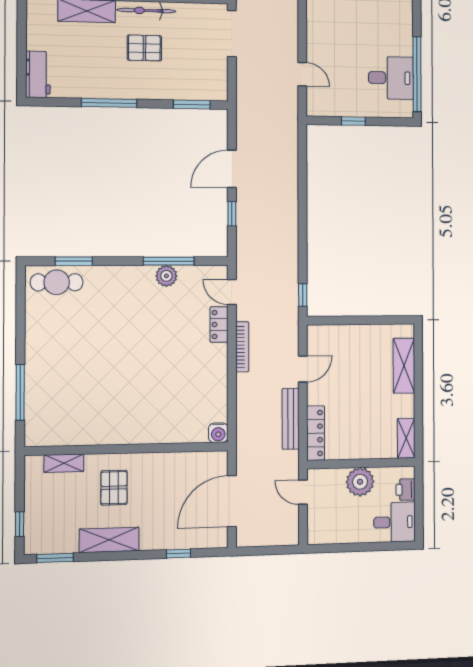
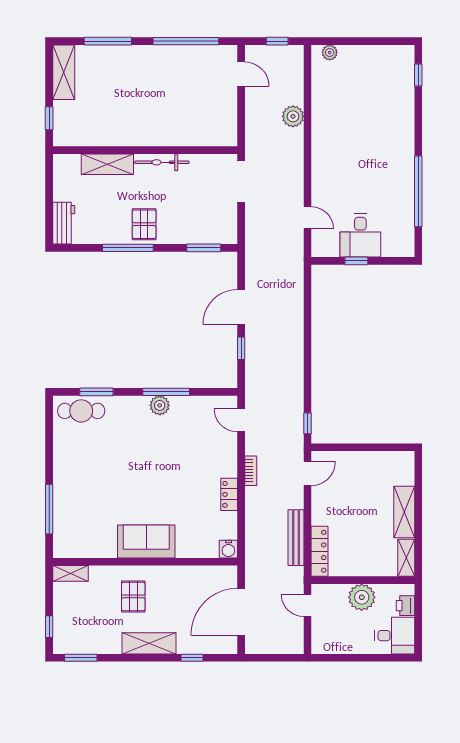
pallet: (144, 48) -> (144, 224), moved, turned 90
window: (417, 74) -> (418, 191), moved
desk: (391, 78) -> (360, 235), moved, turned 90
window: (169, 261) -> (166, 392), moved
plant: (166, 276) -> (160, 405), moved
locker: (219, 324) -> (229, 494), moved
bookcase: (242, 347) -> (251, 471), width x0.64
shelving: (404, 366) -> (404, 512), moved
door: (303, 369) -> (308, 473), moved
sofa: (129, 426) -> (146, 541), added
shelving: (64, 463) -> (70, 573), moved
shelving: (109, 540) -> (149, 643), moved

